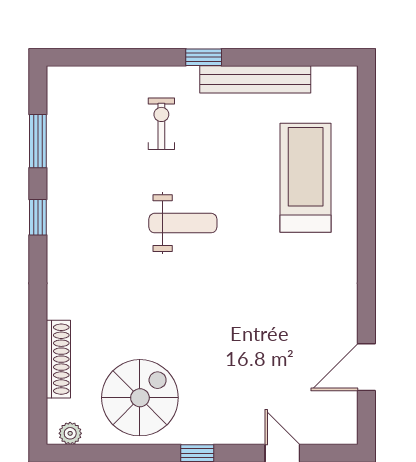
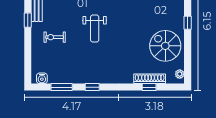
water cooler: (60, 92) -> (42, 78), added
weight bench: (183, 223) -> (95, 29), turned 180
window: (38, 358) -> (149, 87), added

